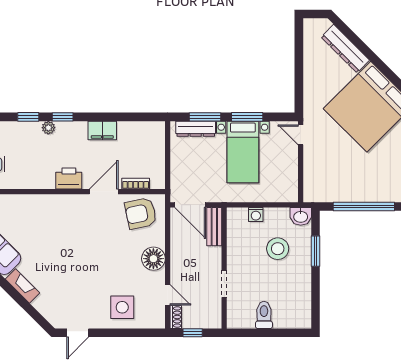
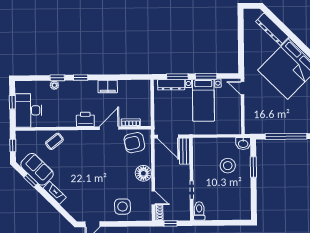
plant: (48, 128) -> (54, 85), moved
coffee table: (23, 210) -> (54, 141), added
washing machine: (256, 214) -> (213, 143), removed
toilet: (264, 315) -> (199, 211), moved

